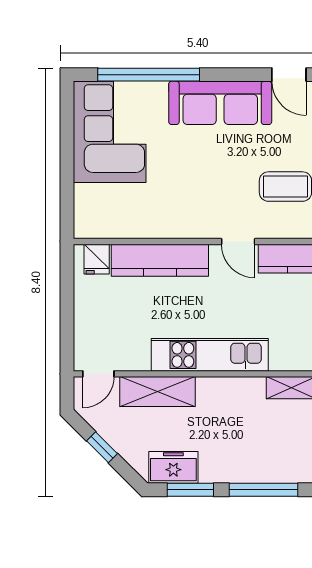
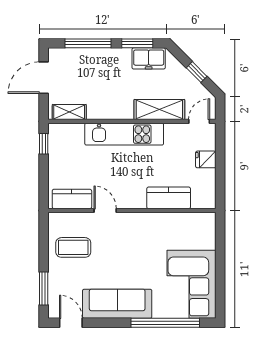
fridge: (97, 259) -> (206, 159), moved, turned -90
kitchen counter: (160, 260) -> (169, 198), width x0.67

